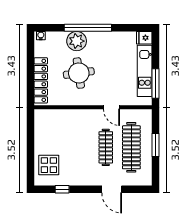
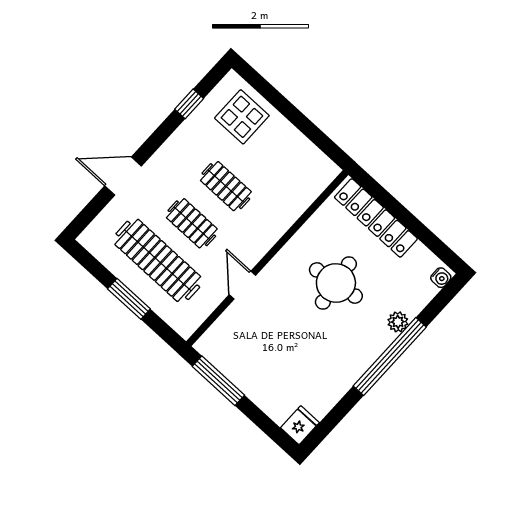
plant: (77, 41) -> (398, 322), width x0.53, depth x0.53
kitchen unit: (145, 71) -> (251, 382), removed
door: (112, 107) -> (242, 285), hinge flipped
clothes rail: (80, 147) -> (226, 186), added
clothes rail: (106, 147) -> (192, 223), width x0.73

